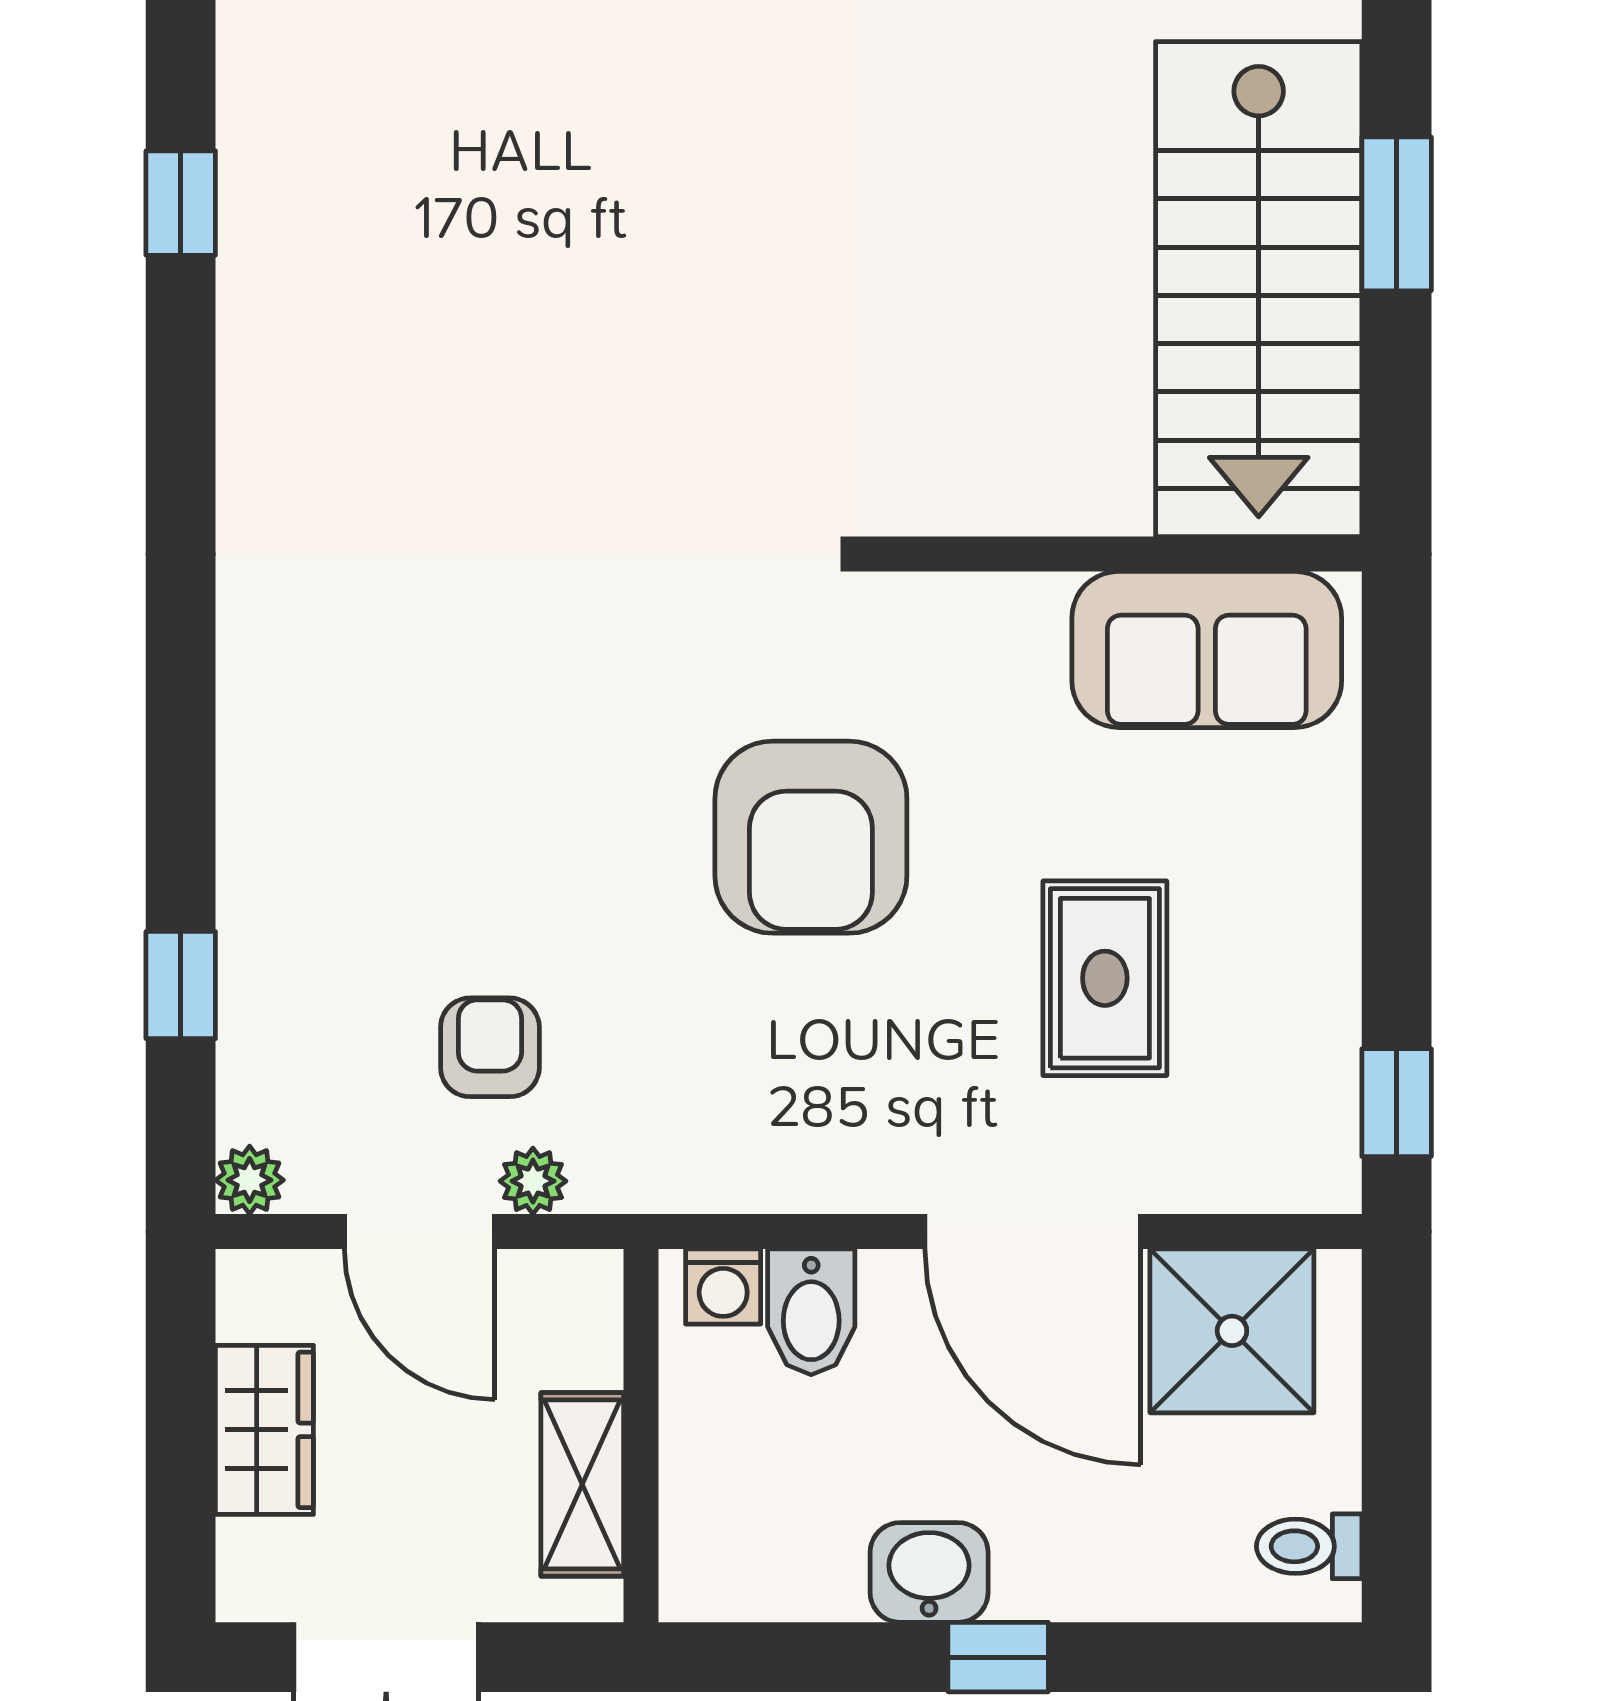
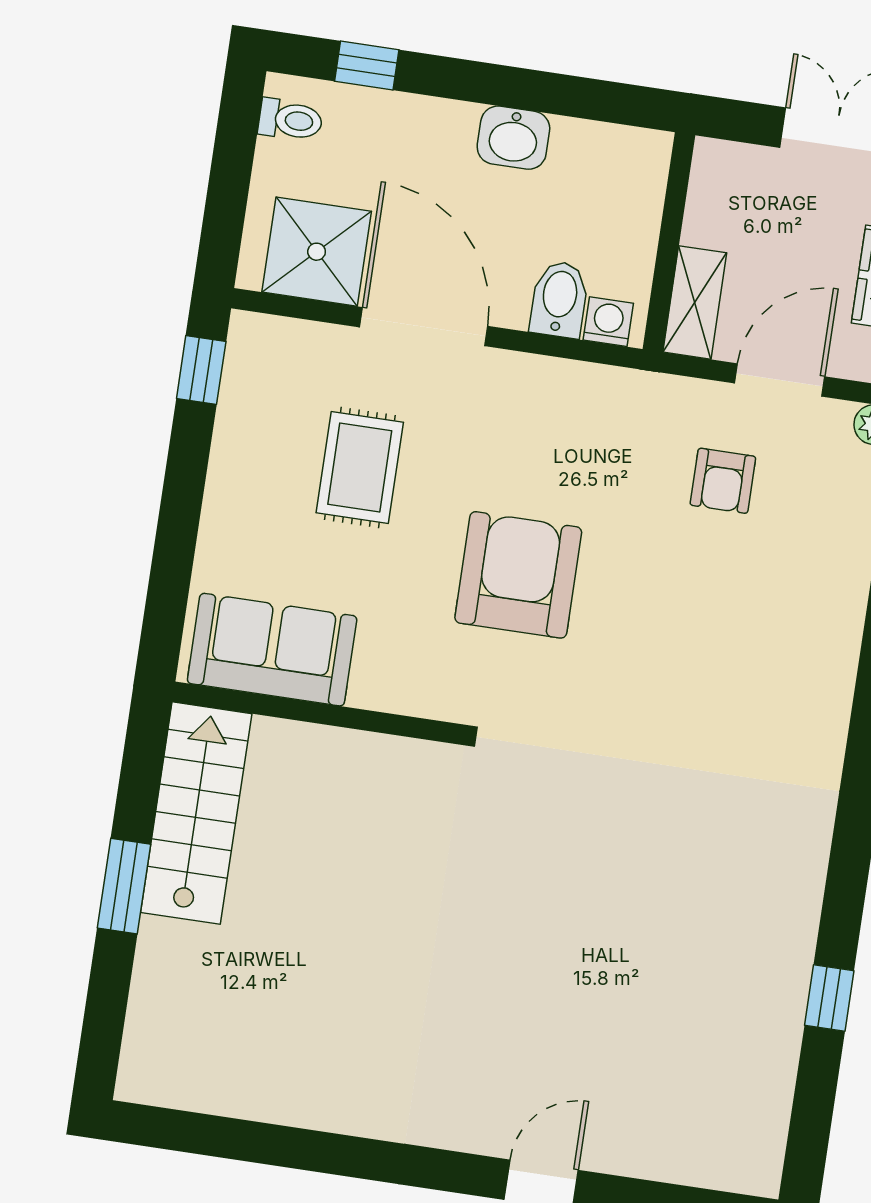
stairs: (1259, 289) -> (196, 813), width x0.73, depth x0.66
plant: (533, 1181) -> (710, 399), removed
door: (420, 1231) -> (780, 380), hinge flipped
shelving: (582, 1484) -> (695, 302), moved
window: (998, 1657) -> (367, 65), moved

